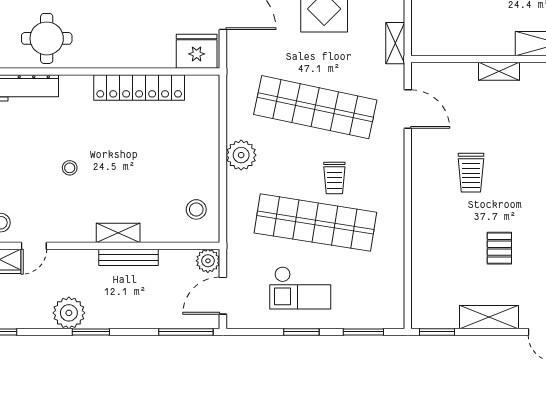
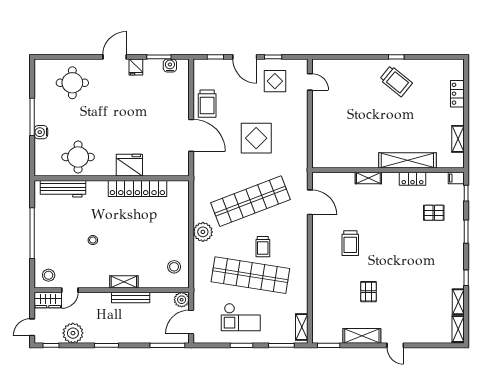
shelving: (395, 43) -> (302, 327), moved
fridge: (197, 51) -> (129, 165), moved
shop shelf: (315, 107) -> (250, 201), turned -33
plant: (69, 313) -> (73, 333), moved

